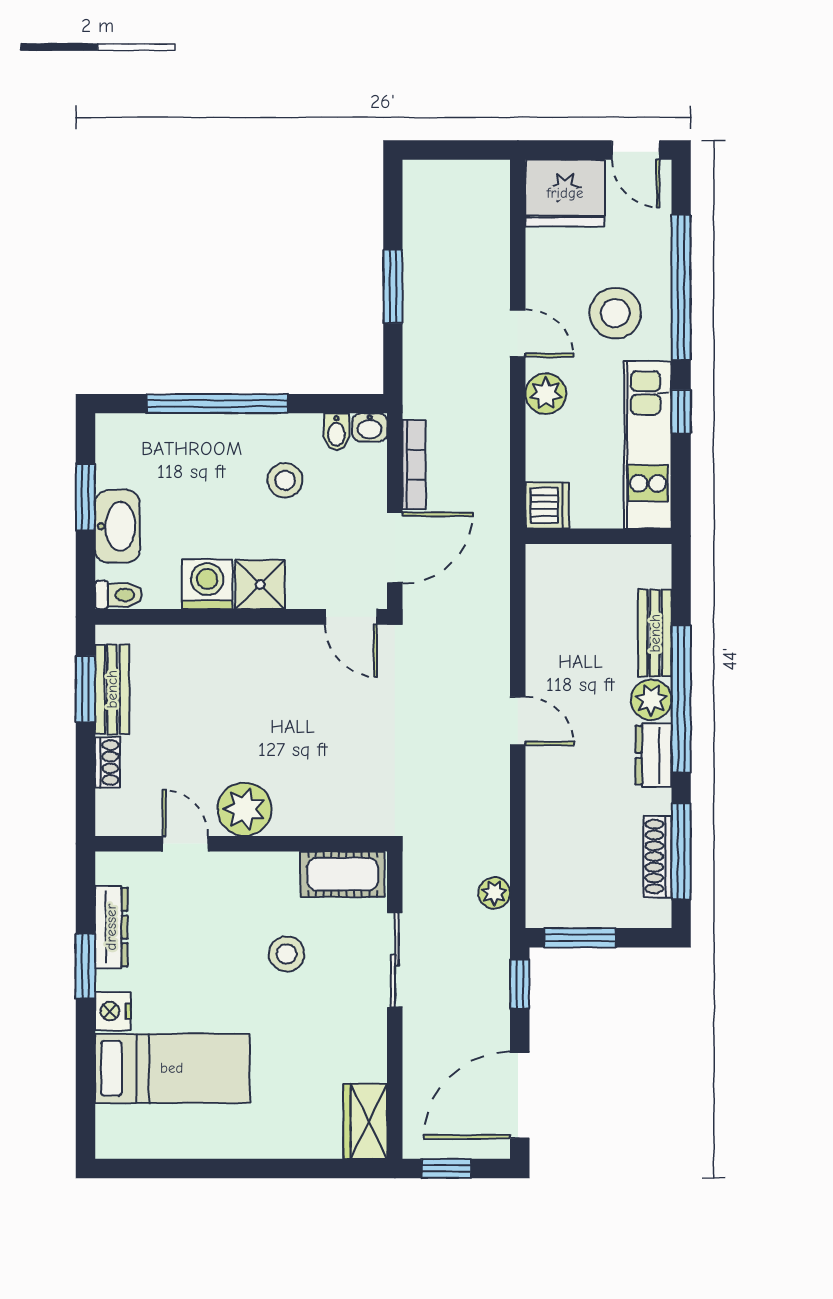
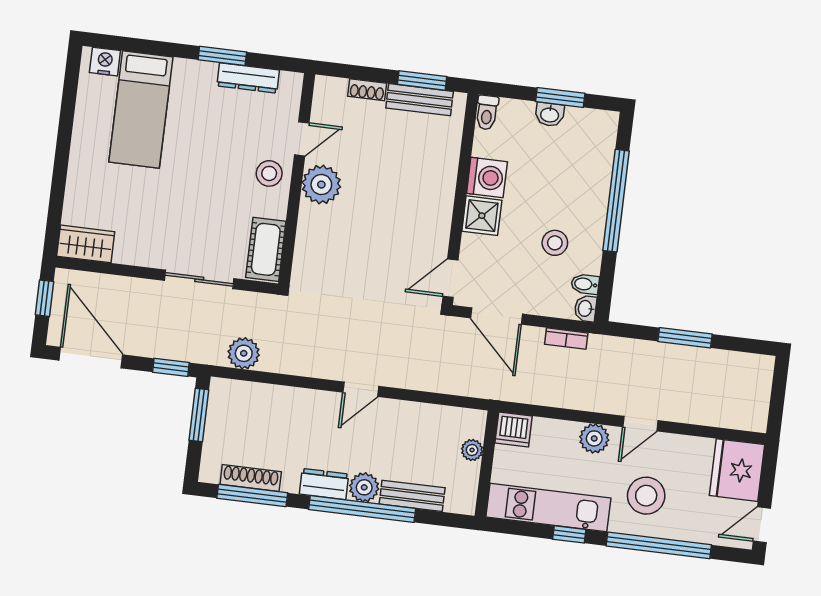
bookcase: (414, 465) -> (566, 339), width x0.64
washbasin: (117, 526) -> (550, 114), width x0.52, depth x0.69
plant: (582, 559) -> (472, 450), added
plant: (494, 893) -> (244, 353), width x1.38, depth x1.38
stool: (287, 954) -> (269, 173), moved
nightstand: (113, 1011) -> (105, 62), moved

